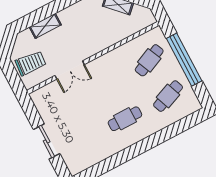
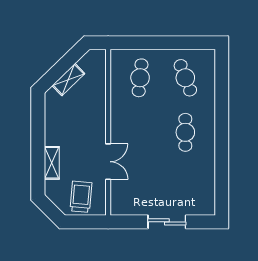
cafe table: (149, 60) -> (140, 78), turned 30
window: (184, 60) -> (158, 43), removed

